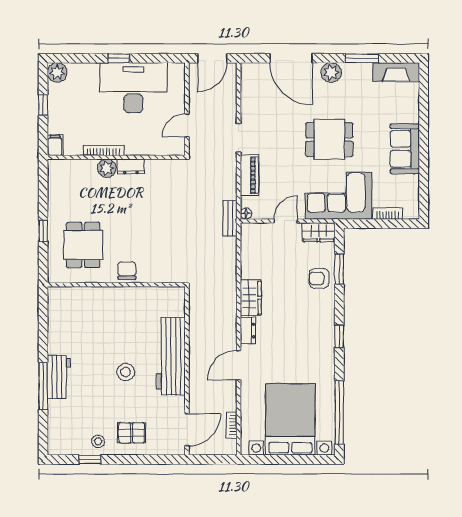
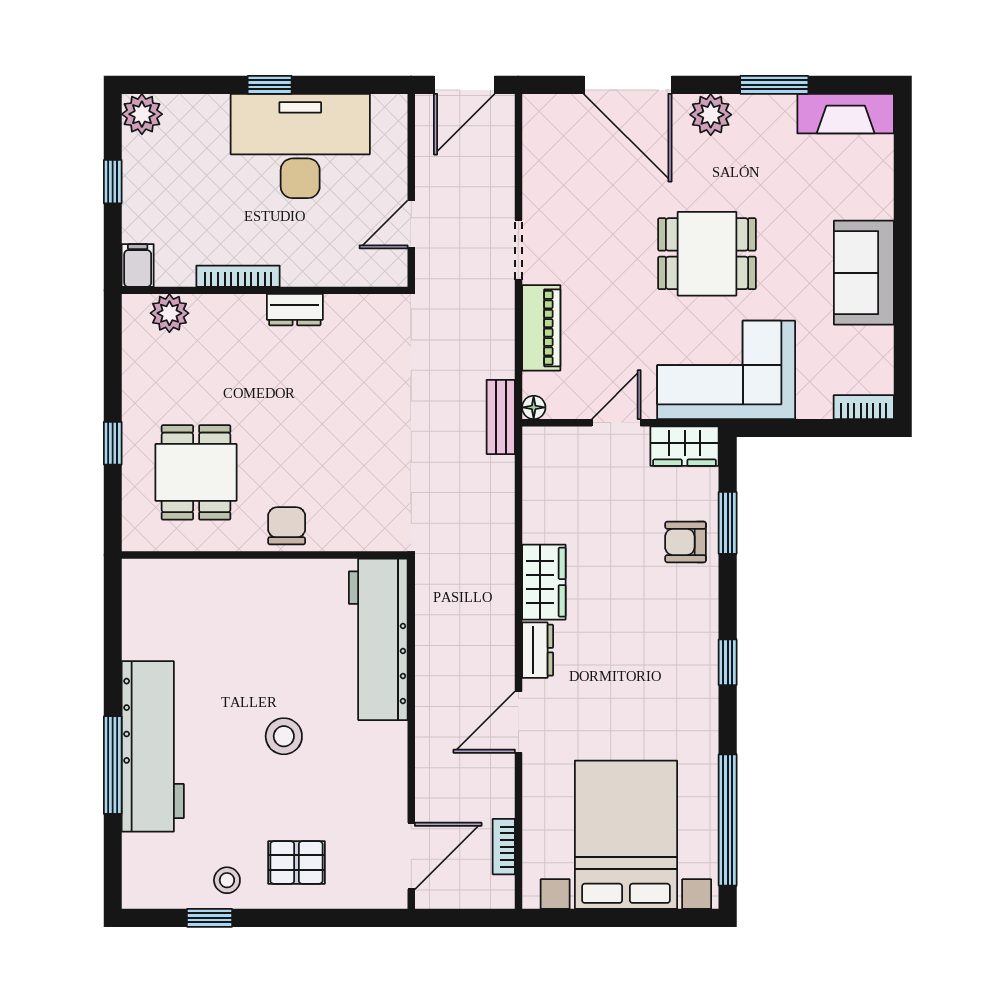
plant: (107, 168) -> (169, 313), moved
bookcase: (388, 213) -> (864, 407), moved
workbench: (171, 356) -> (378, 639), moved
workbench: (59, 377) -> (153, 746), width x1.88, depth x1.32

